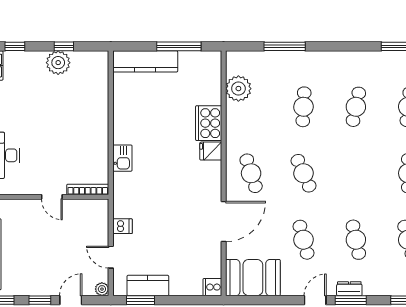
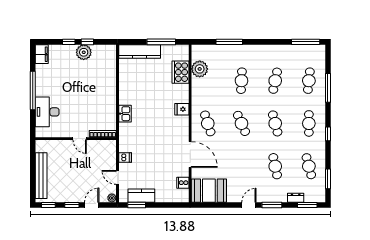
window: (15, 46) -> (69, 42), moved
cooker: (209, 123) -> (180, 72), moved
door: (224, 221) -> (190, 154), hinge flipped
cafe table: (303, 240) -> (275, 123), moved
cooker: (212, 287) -> (183, 183), moved
dresser: (349, 289) -> (296, 198), moved

